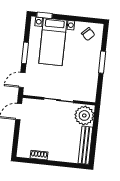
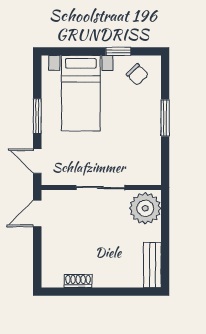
window: (44, 15) -> (118, 51), moved
door: (22, 80) -> (37, 161), hinge flipped
bench: (85, 145) -> (152, 265), width x0.73

